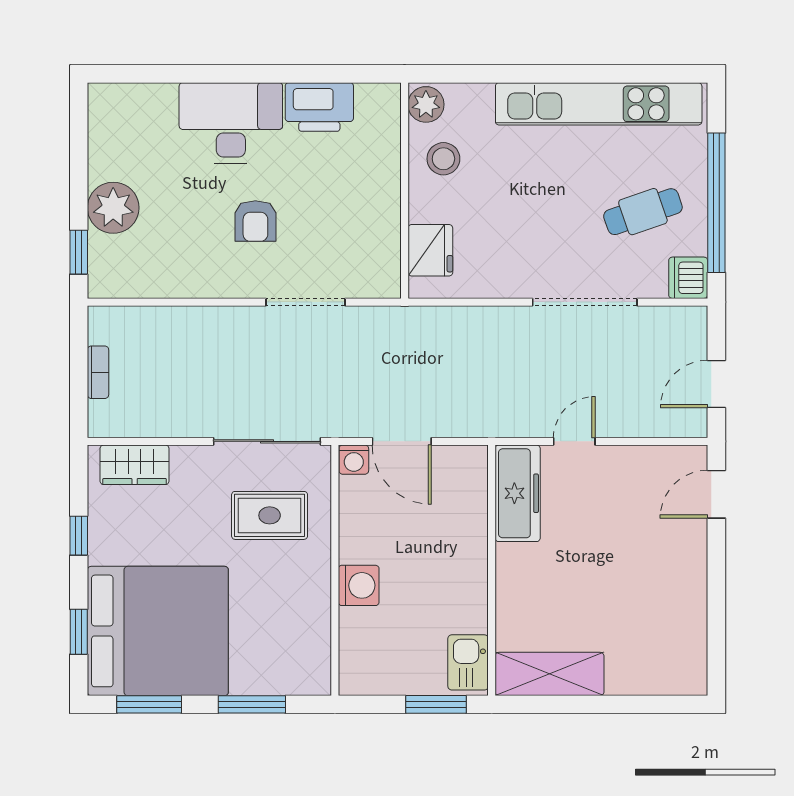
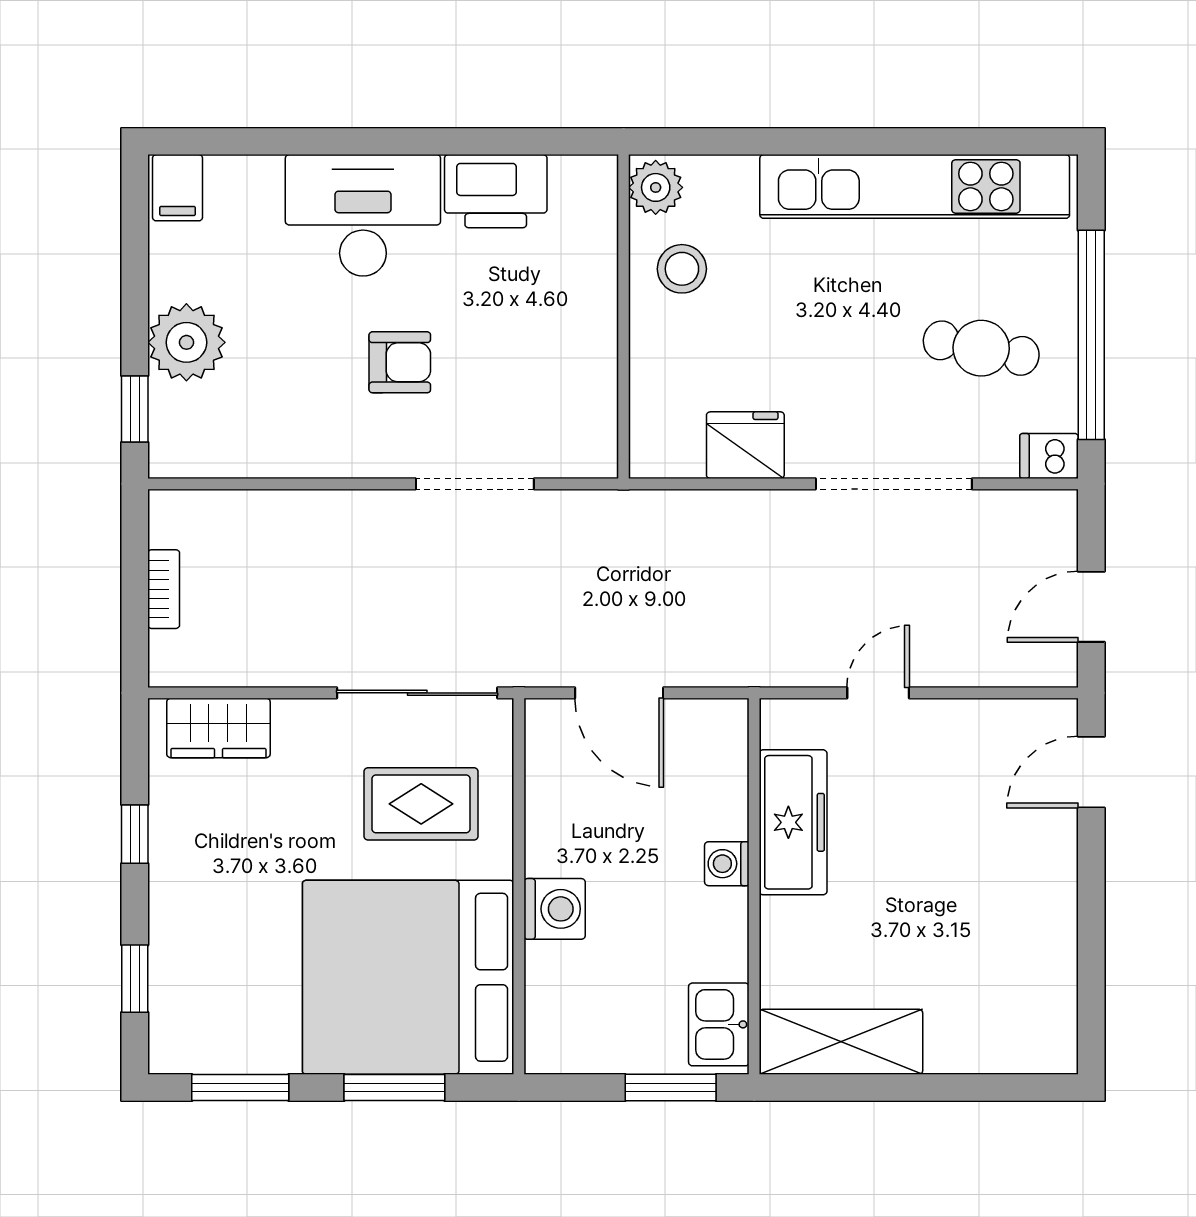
filing cabinet: (107, 105) -> (178, 188), added
cafe table: (643, 212) -> (981, 348), turned 30
armchair: (255, 221) -> (400, 362), turned -90
fridge: (430, 250) -> (745, 445), moved, turned -90
dishwasher: (688, 278) -> (1049, 456), width x0.73
washing machine: (354, 460) -> (727, 864), moved, turned 90
freezer: (518, 493) -> (793, 822), moved
bed: (158, 631) -> (408, 977), moved, turned 180

